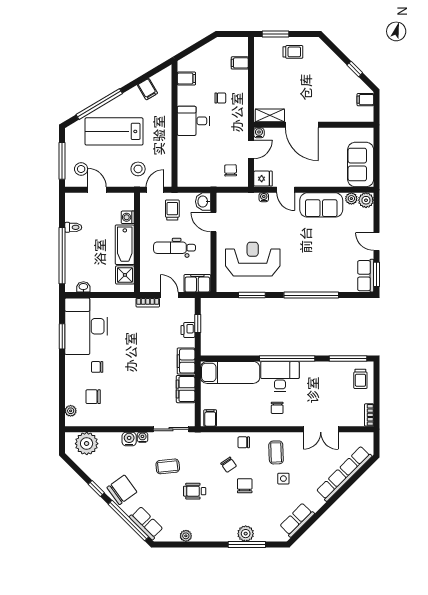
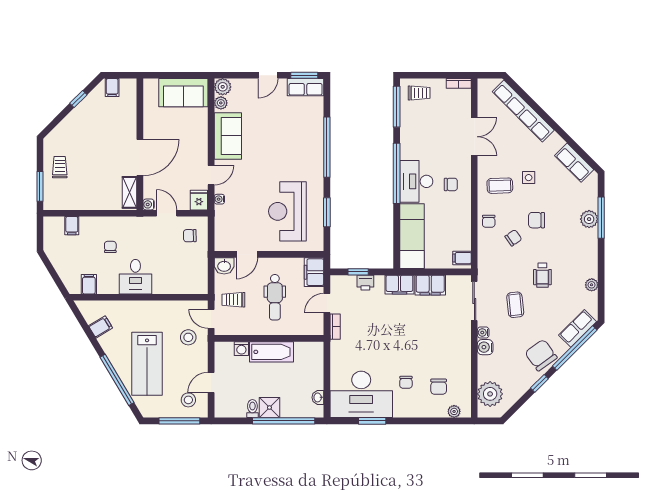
shower: (125, 275) -> (269, 408), moved

